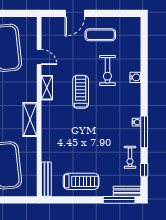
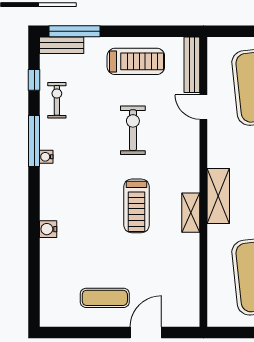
door: (39, 57) -> (203, 107), moved
exercise bike: (107, 70) -> (133, 130), moved
shelving: (30, 120) -> (218, 196), moved
treadmill: (81, 181) -> (136, 61), turned 180

